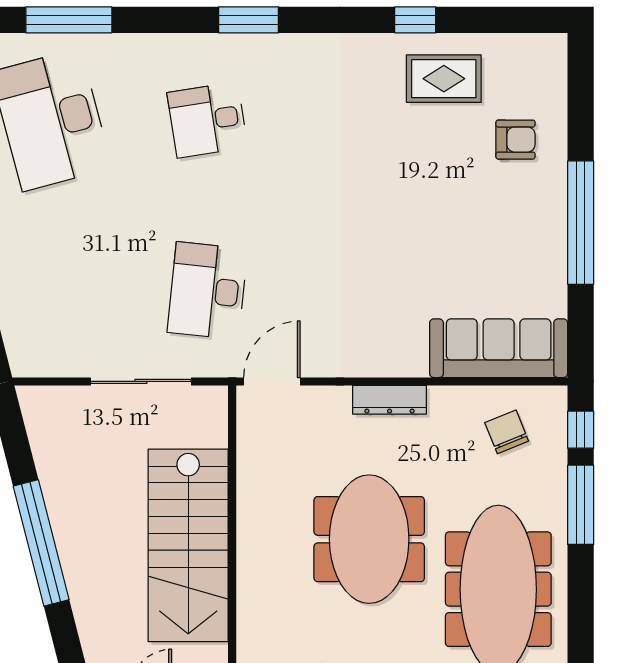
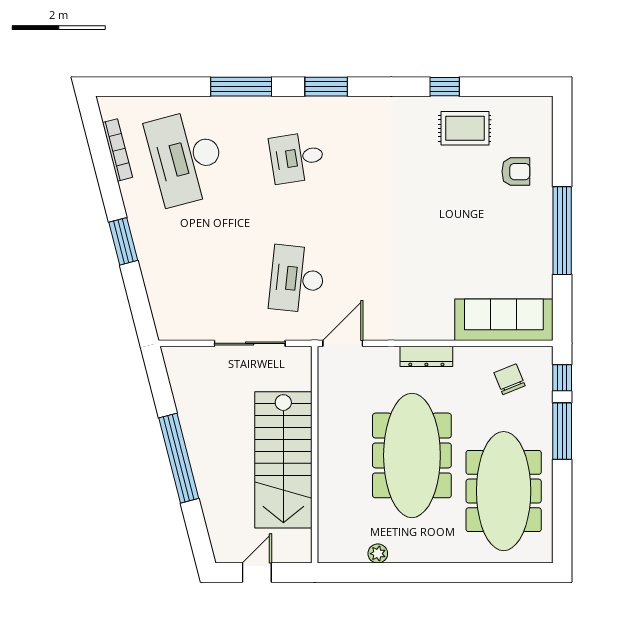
window: (69, 20) -> (241, 87), moved
meeting table: (369, 539) -> (412, 455), width x1.36

